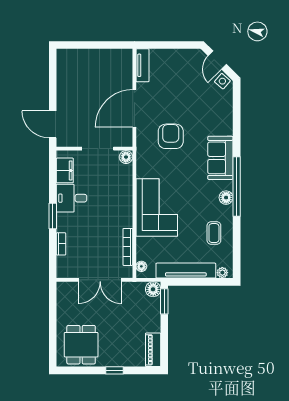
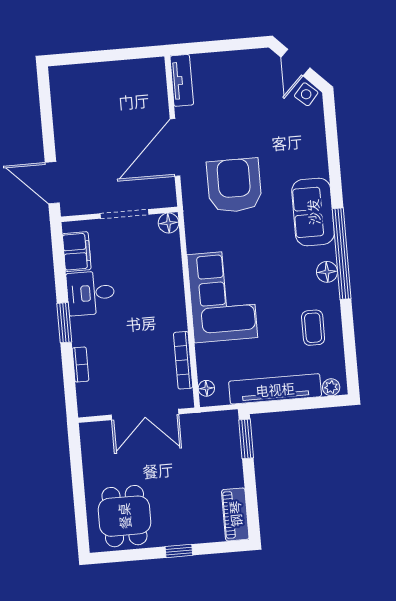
armchair: (171, 136) -> (234, 185), width x1.36, depth x1.36
floor lamp: (153, 289) -> (227, 422), removed

